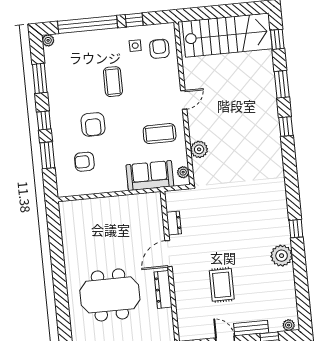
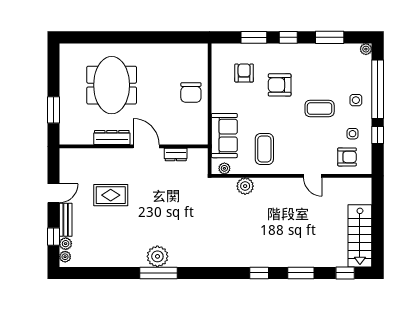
stairs: (227, 35) -> (360, 236), width x0.73, depth x0.66
side table: (101, 46) -> (356, 100), added
door: (184, 100) -> (313, 176), moved
chair: (109, 214) -> (191, 92), added
window: (296, 229) -> (158, 273), width x2.17
plant: (282, 256) -> (157, 256), moved
plant: (275, 326) -> (66, 244), added

